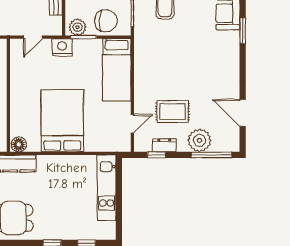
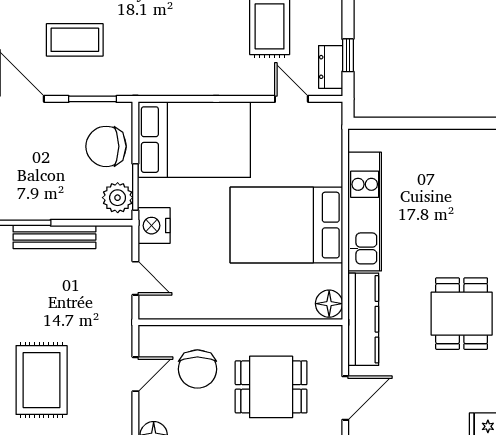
chair: (106, 21) -> (106, 146), turned -90
bed: (117, 70) -> (194, 140), width x1.50
dresser: (164, 145) -> (331, 67), moved
kitchen unit: (107, 188) -> (365, 212), moved, turned -90

